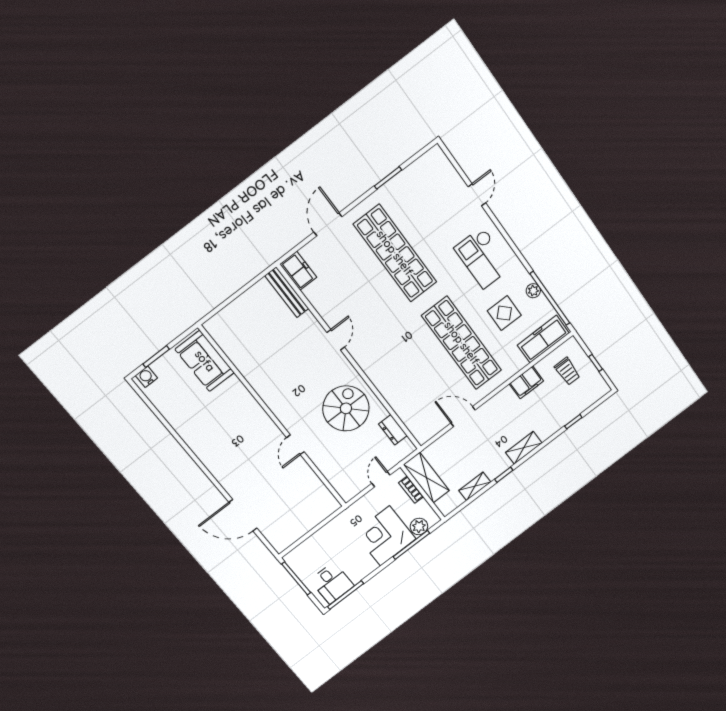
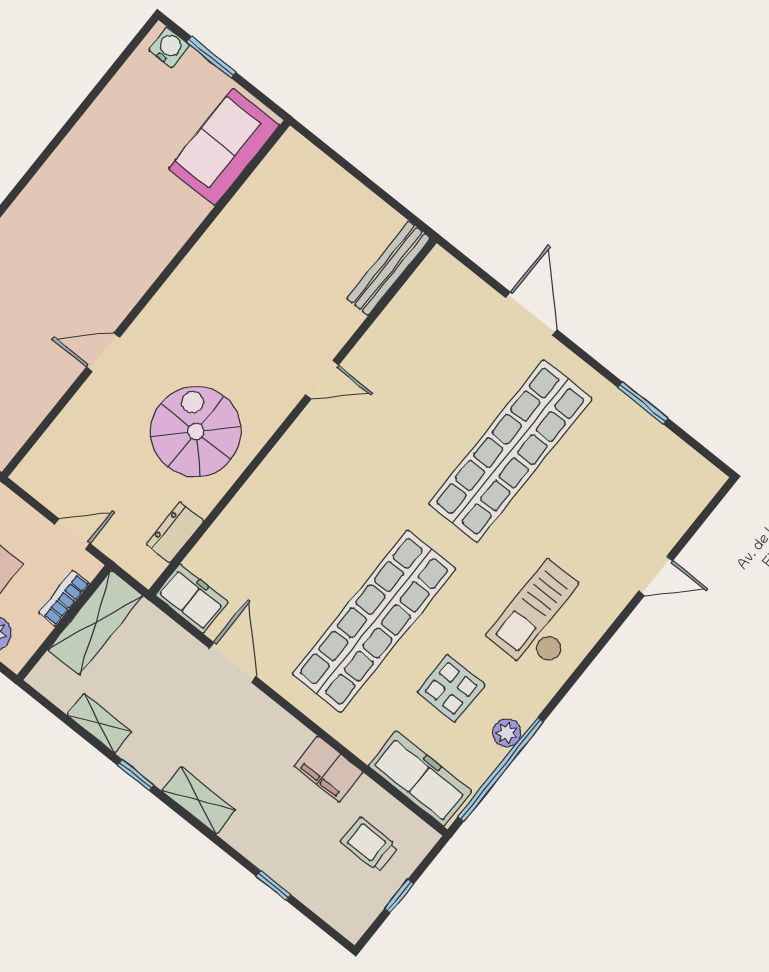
door: (328, 224) -> (531, 314), hinge flipped
freezer: (298, 271) -> (192, 599), moved, turned -90
trolley: (567, 371) -> (369, 844), turned 90
spiral stairs: (346, 408) -> (196, 431), turned -90

